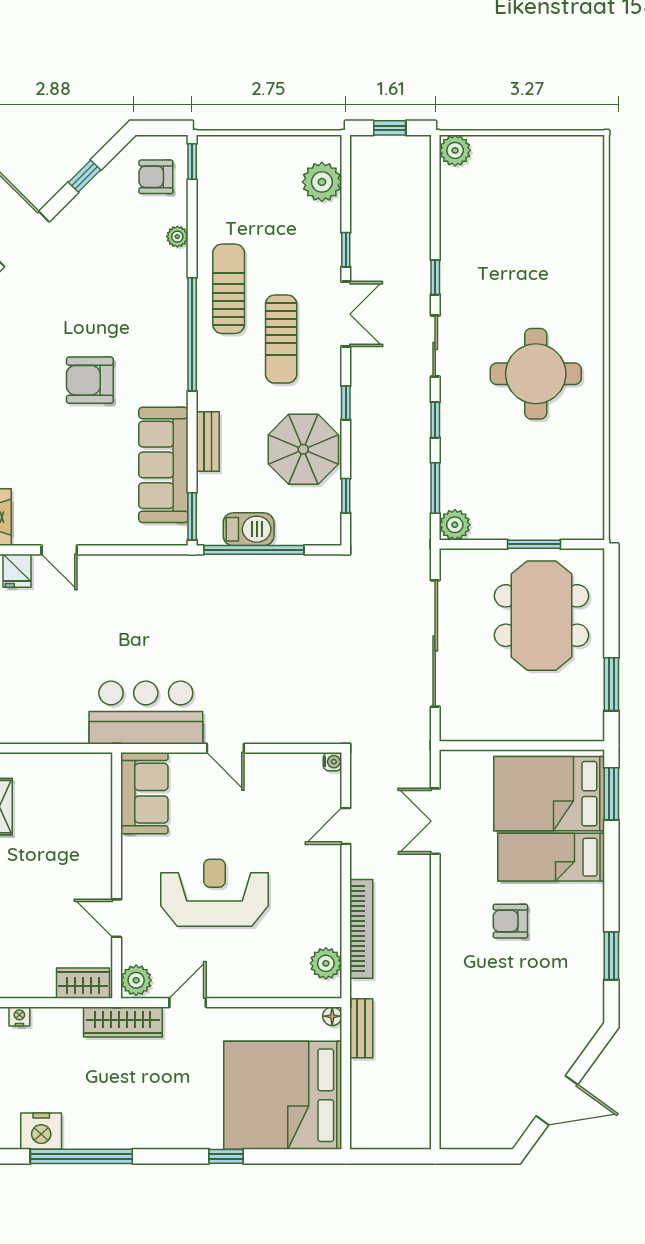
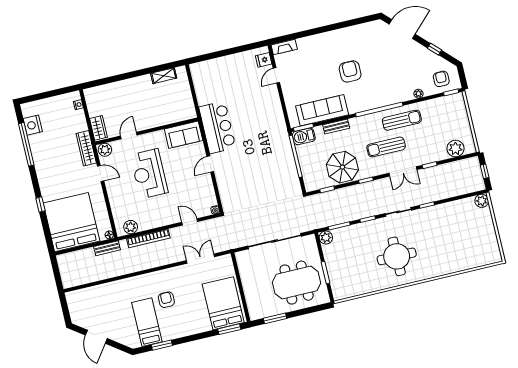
barbecue: (249, 529) -> (304, 136), moved, turned 90
bed: (551, 857) -> (147, 322), moved
reception desk: (215, 893) -> (149, 174), turned 180

